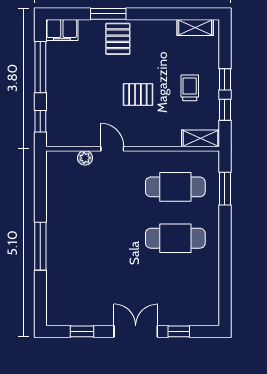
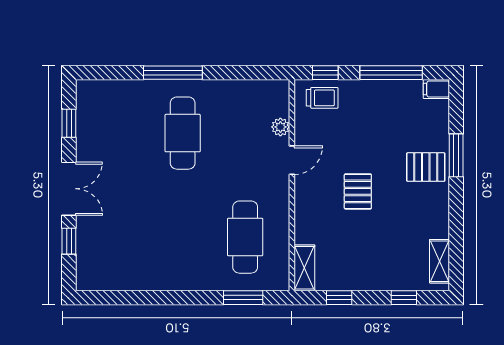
filing cabinet: (62, 30) -> (436, 89), width x0.50
window: (225, 79) -> (404, 298), moved
trolley: (190, 88) -> (322, 98), moved
cafe table: (175, 238) -> (183, 133), moved

